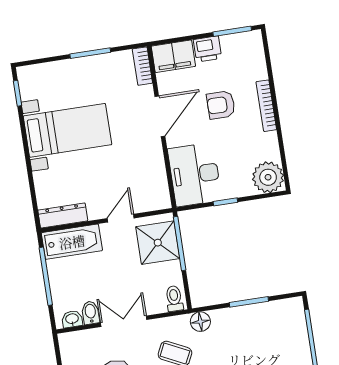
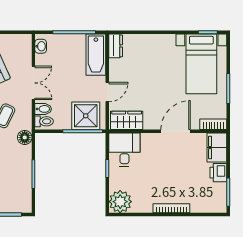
armchair: (221, 105) -> (177, 176), removed
door: (160, 116) -> (176, 131), swing flipped
bed with nightstands: (67, 130) -> (201, 64), moved
desk: (195, 175) -> (124, 150), width x0.73
wardrobe: (155, 186) -> (127, 120), added
dresser: (63, 215) -> (116, 46), width x0.70
door: (121, 218) -> (107, 92), hinge flipped
bidet: (90, 313) -> (43, 109), moved

